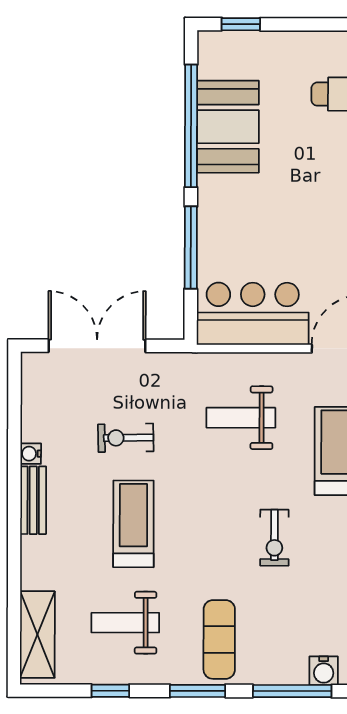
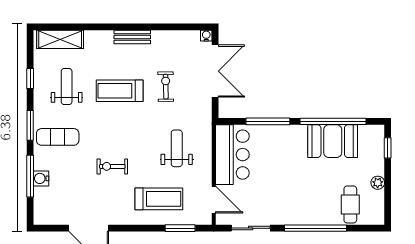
plant: (306, 43) -> (378, 183), added
water cooler: (31, 454) -> (206, 36), moved
treadmill: (133, 524) -> (120, 91), turned 180
water cooler: (324, 671) -> (41, 178), moved

